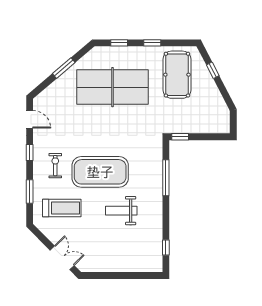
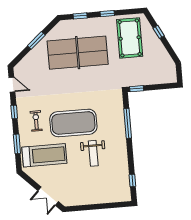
treadmill: (62, 208) -> (44, 155), width x1.37, depth x1.38
weight bench: (121, 211) -> (93, 153), turned -90
double door: (62, 258) -> (48, 196), swing flipped

